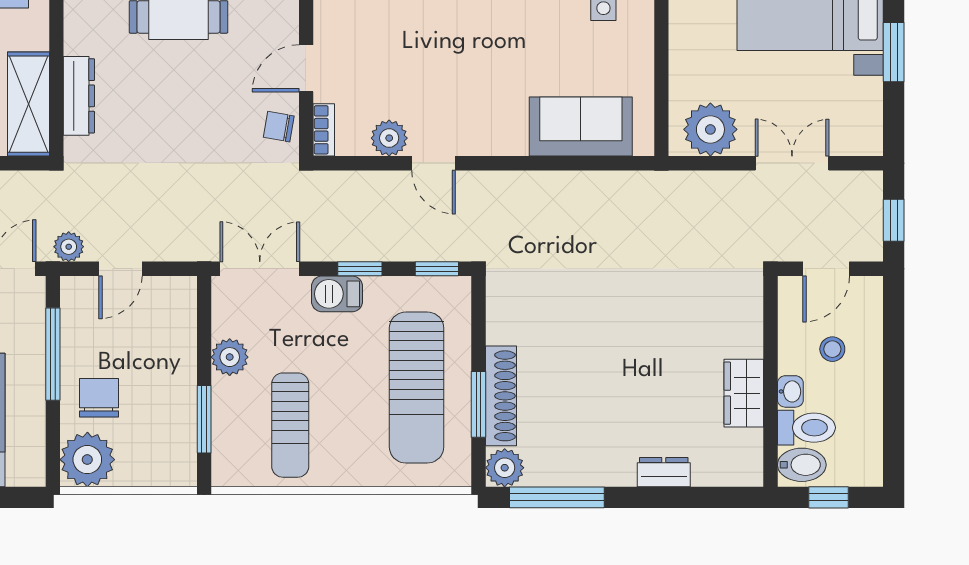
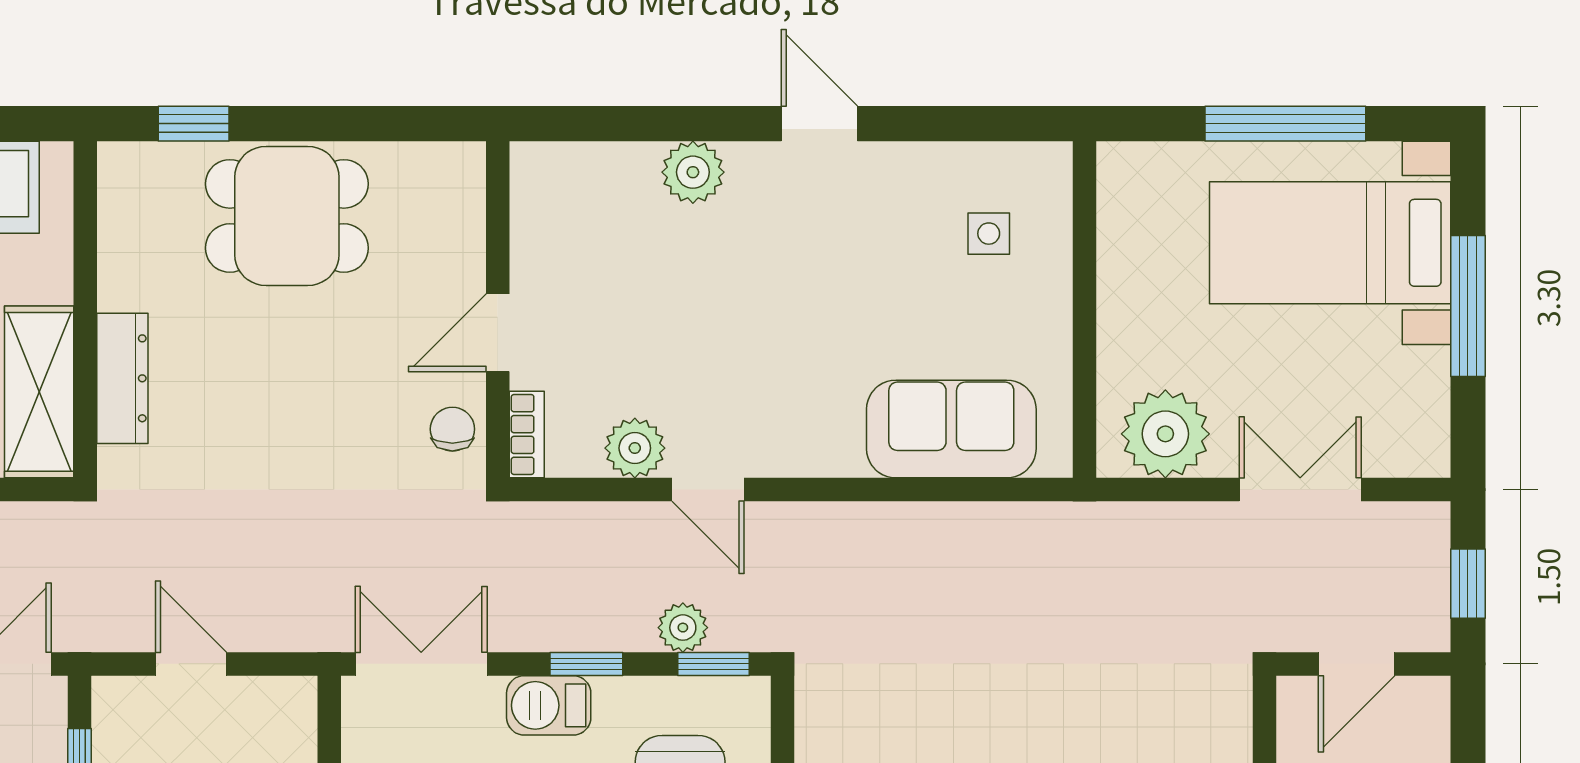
window: (894, 52) -> (1468, 306), width x1.44
chair: (279, 127) -> (452, 429), turned 80
plant: (69, 247) -> (683, 628), moved
door: (120, 269) -> (191, 664), swing flipped

